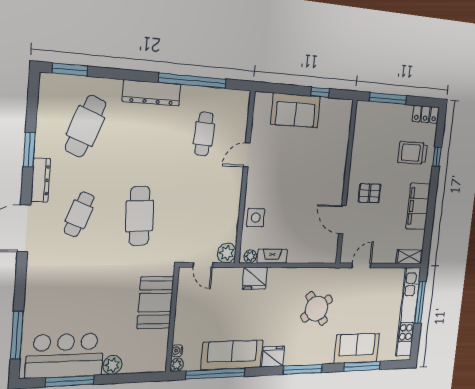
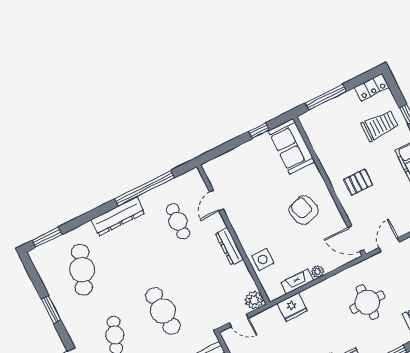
sofa: (296, 110) -> (291, 146), moved, turned 90
trolley: (413, 153) -> (380, 125), turned 180
door: (247, 155) -> (216, 201), moved
dresser: (41, 180) -> (229, 246), moved, turned 180
armchair: (314, 191) -> (304, 210), added
door: (342, 220) -> (356, 239), moved
plant: (250, 256) -> (318, 272), moved
round table: (317, 309) -> (367, 302), turned 35

